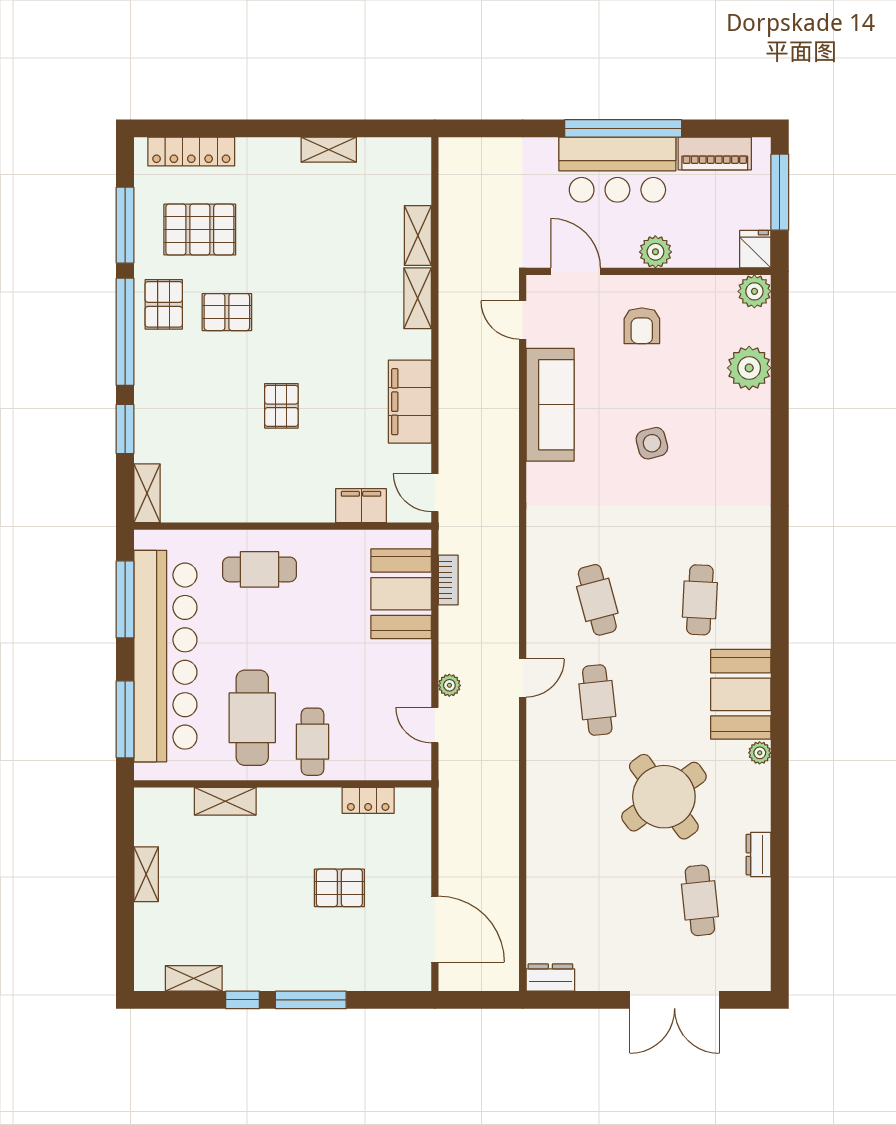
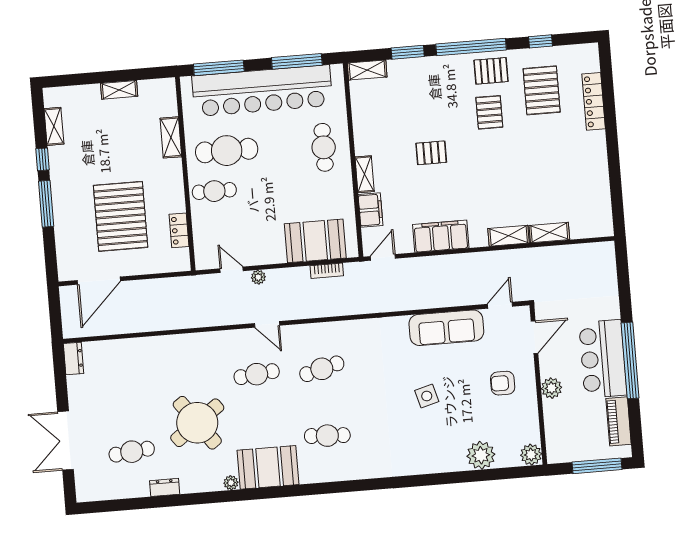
shelving: (329, 150) -> (365, 174), moved
locker: (191, 152) -> (594, 101), moved
window: (125, 225) -> (540, 41), width x0.46
fridge: (755, 249) -> (559, 453), removed
door: (435, 725) -> (232, 270), hinge flipped
pallet: (339, 888) -> (121, 216), width x2.05, depth x2.00

